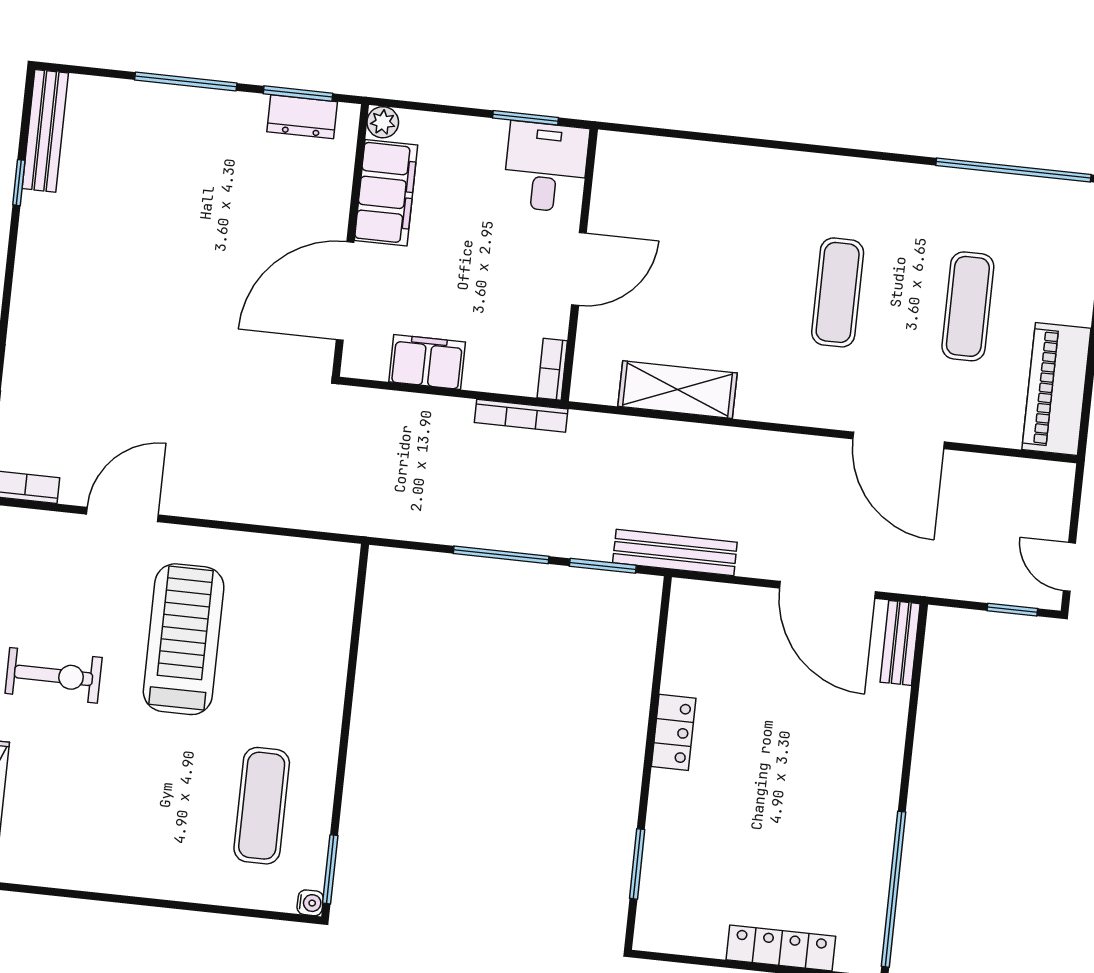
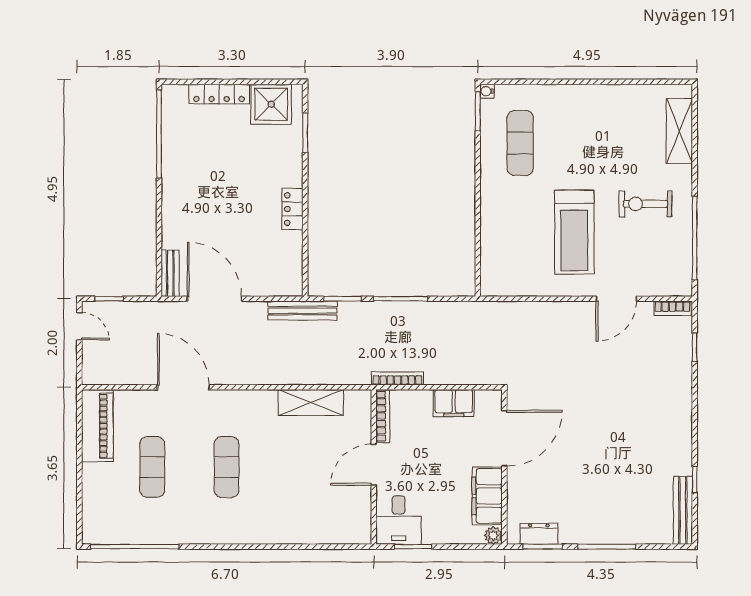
bookcase: (552, 369) -> (383, 416), width x1.56
shower: (691, 920) -> (271, 104), added

